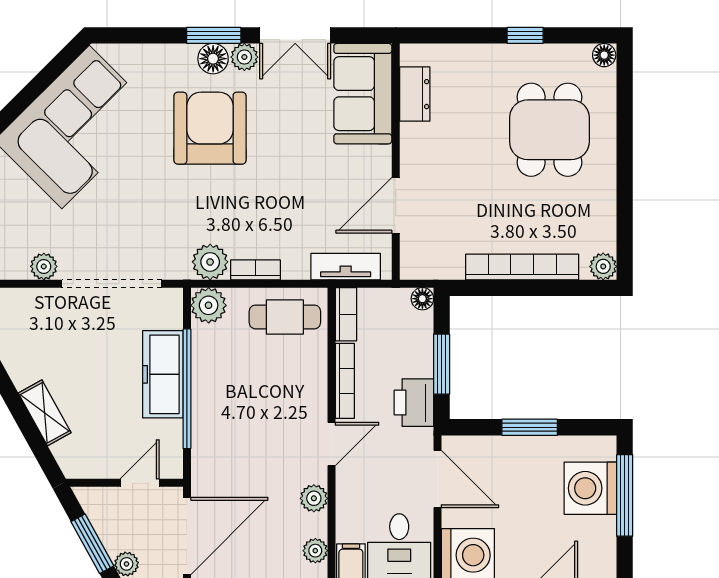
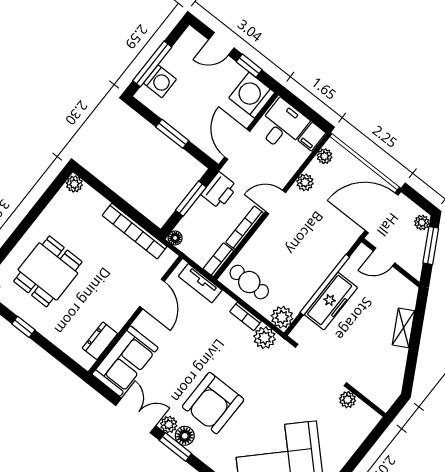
door: (396, 205) -> (152, 294), hinge flipped
bookcase: (522, 267) -> (135, 231), moved
washing machine: (590, 488) -> (160, 81), width x0.73, depth x0.73

